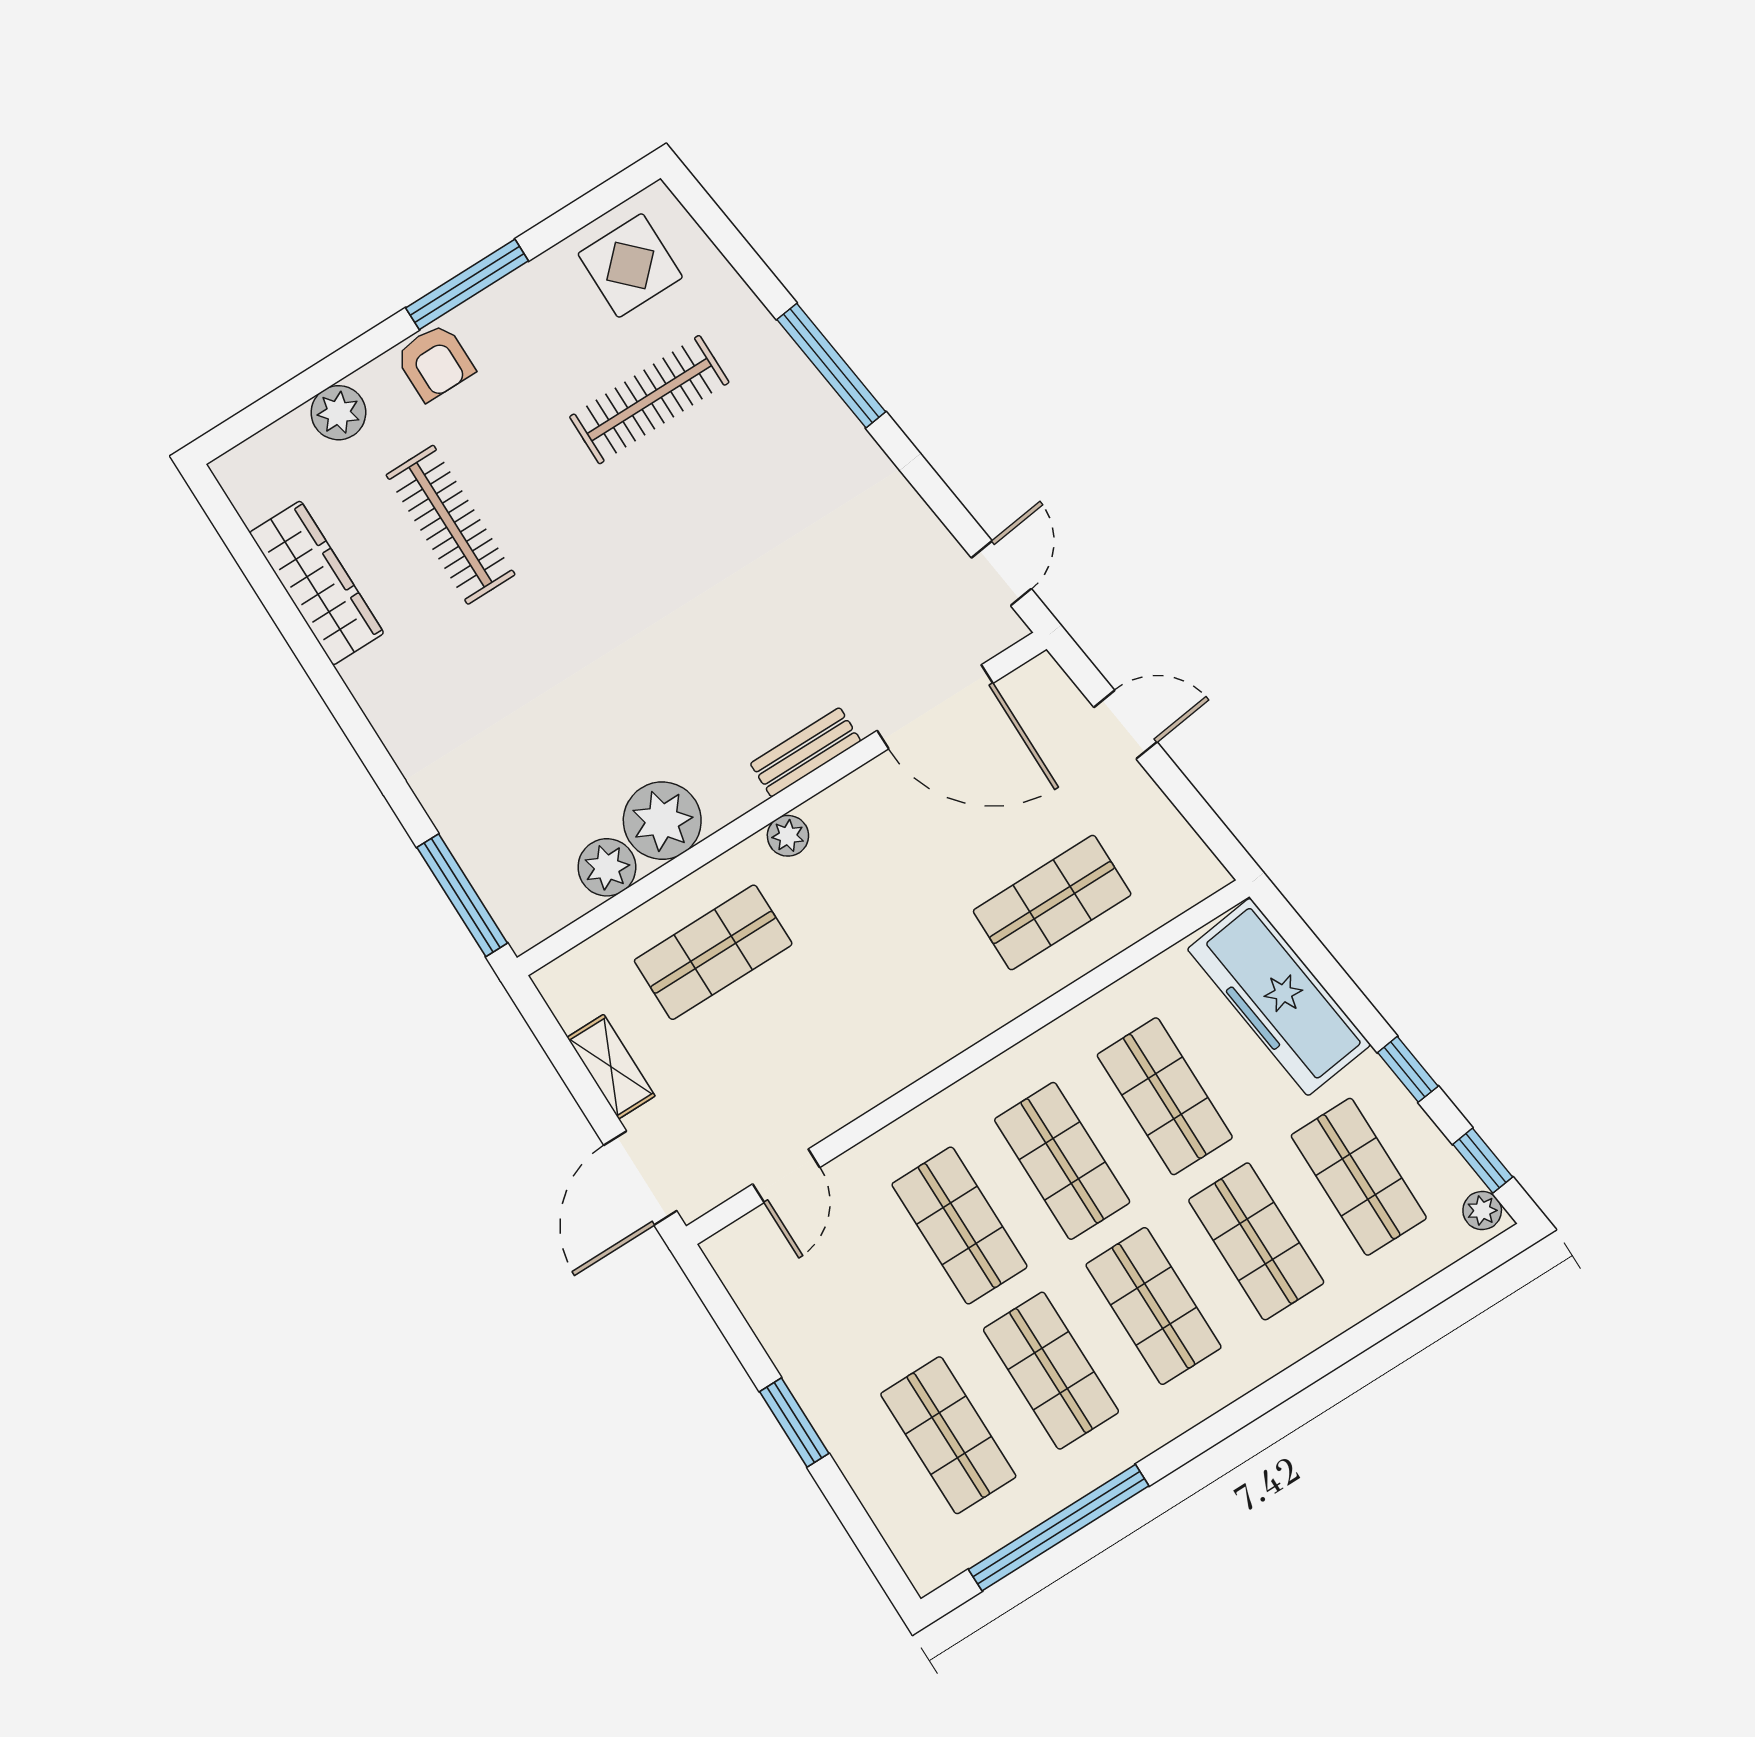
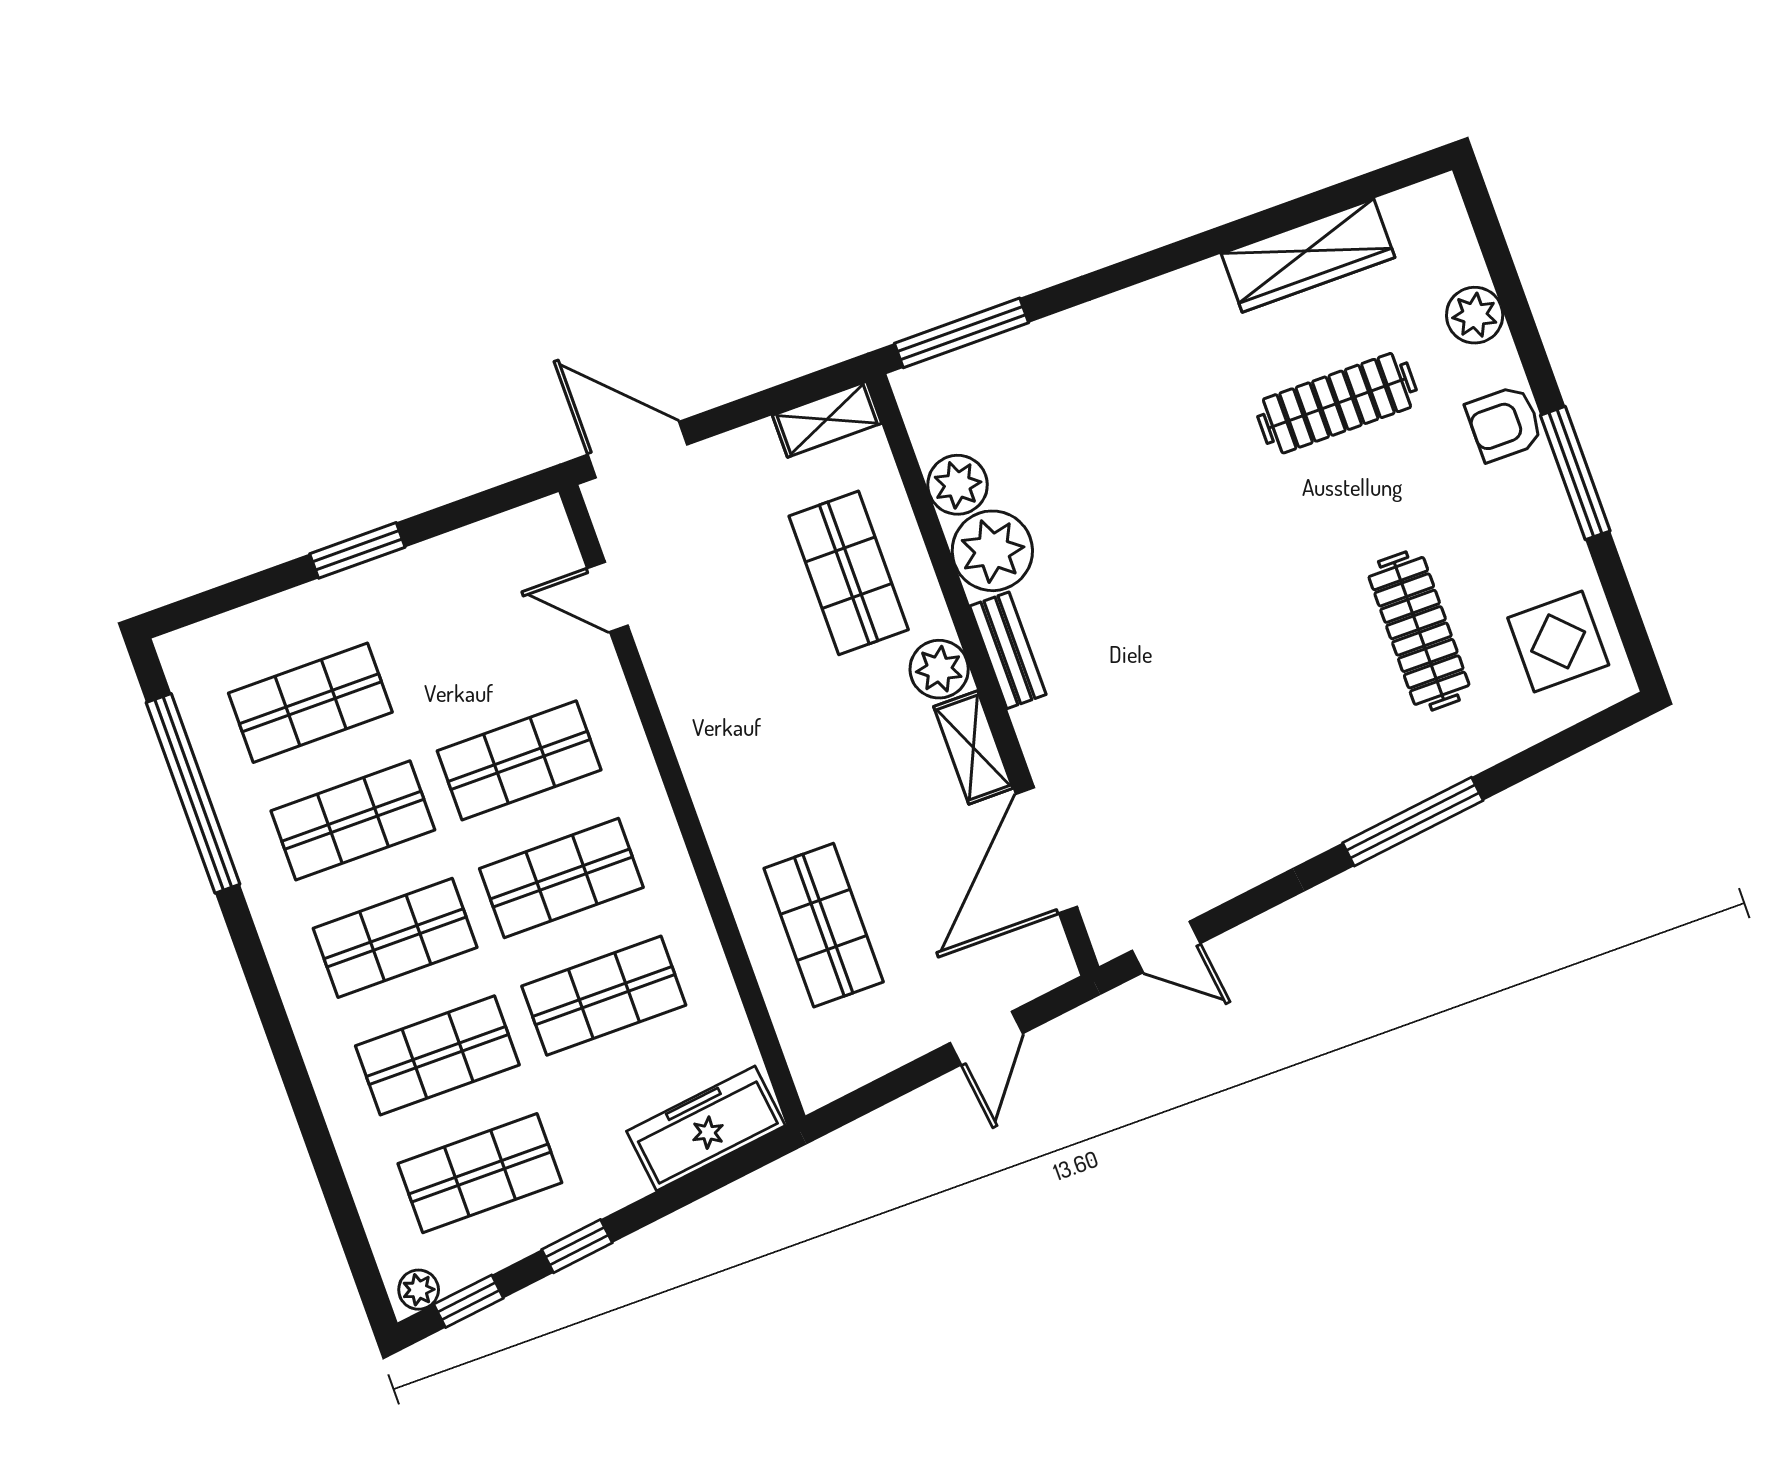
bench: (806, 752) -> (1008, 650), moved
shelving: (853, 798) -> (973, 747), added
plant: (788, 836) -> (939, 669), width x1.38, depth x1.38
freezer: (1279, 997) -> (706, 1128), width x0.73, depth x0.79
shelving: (611, 1067) -> (827, 419), moved

